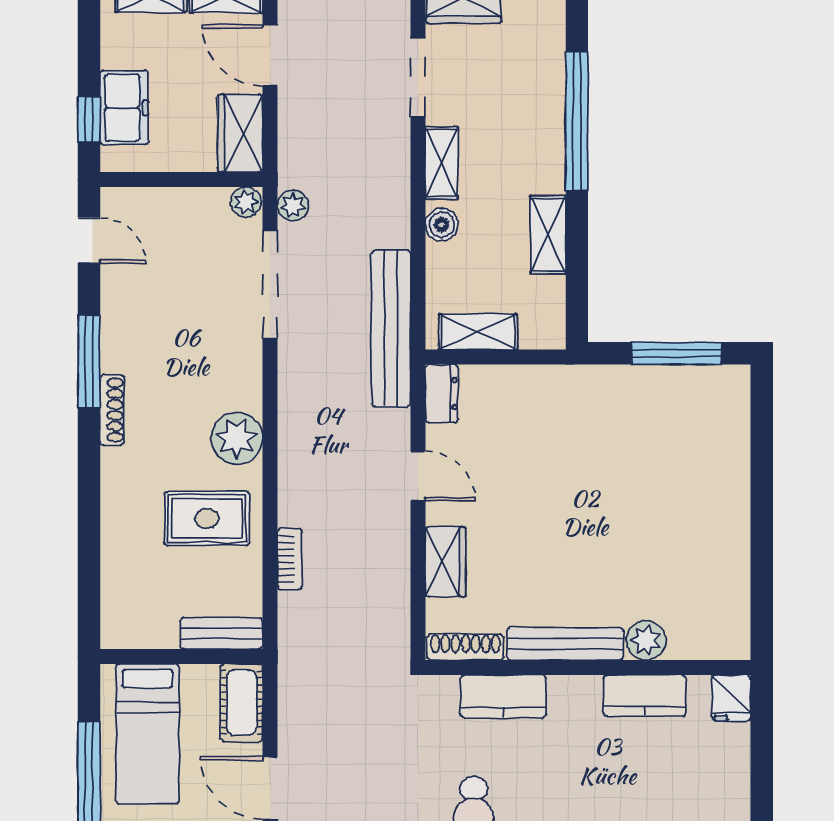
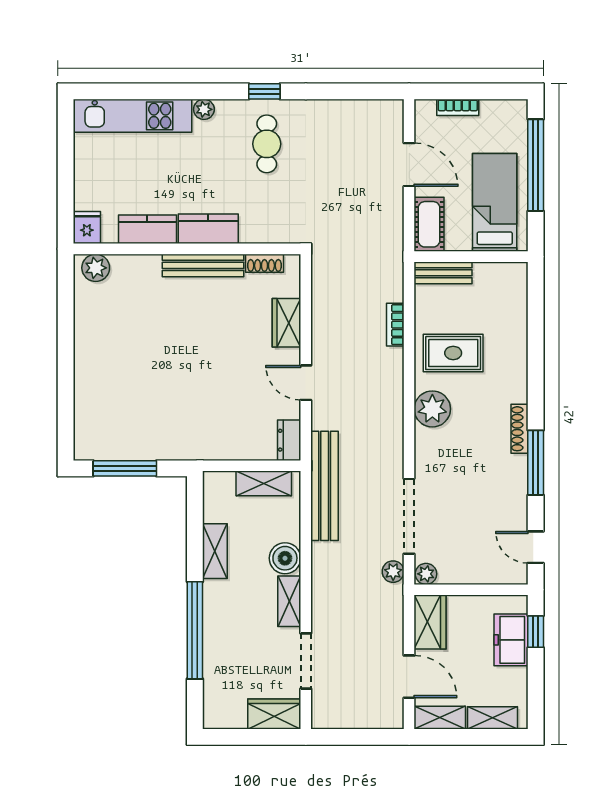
boiler: (442, 225) -> (285, 558), width x1.36, depth x1.36
plant: (646, 640) -> (96, 268), moved
shoe rack: (466, 647) -> (265, 263), width x0.70
kitchen counter: (503, 696) -> (208, 229), moved

